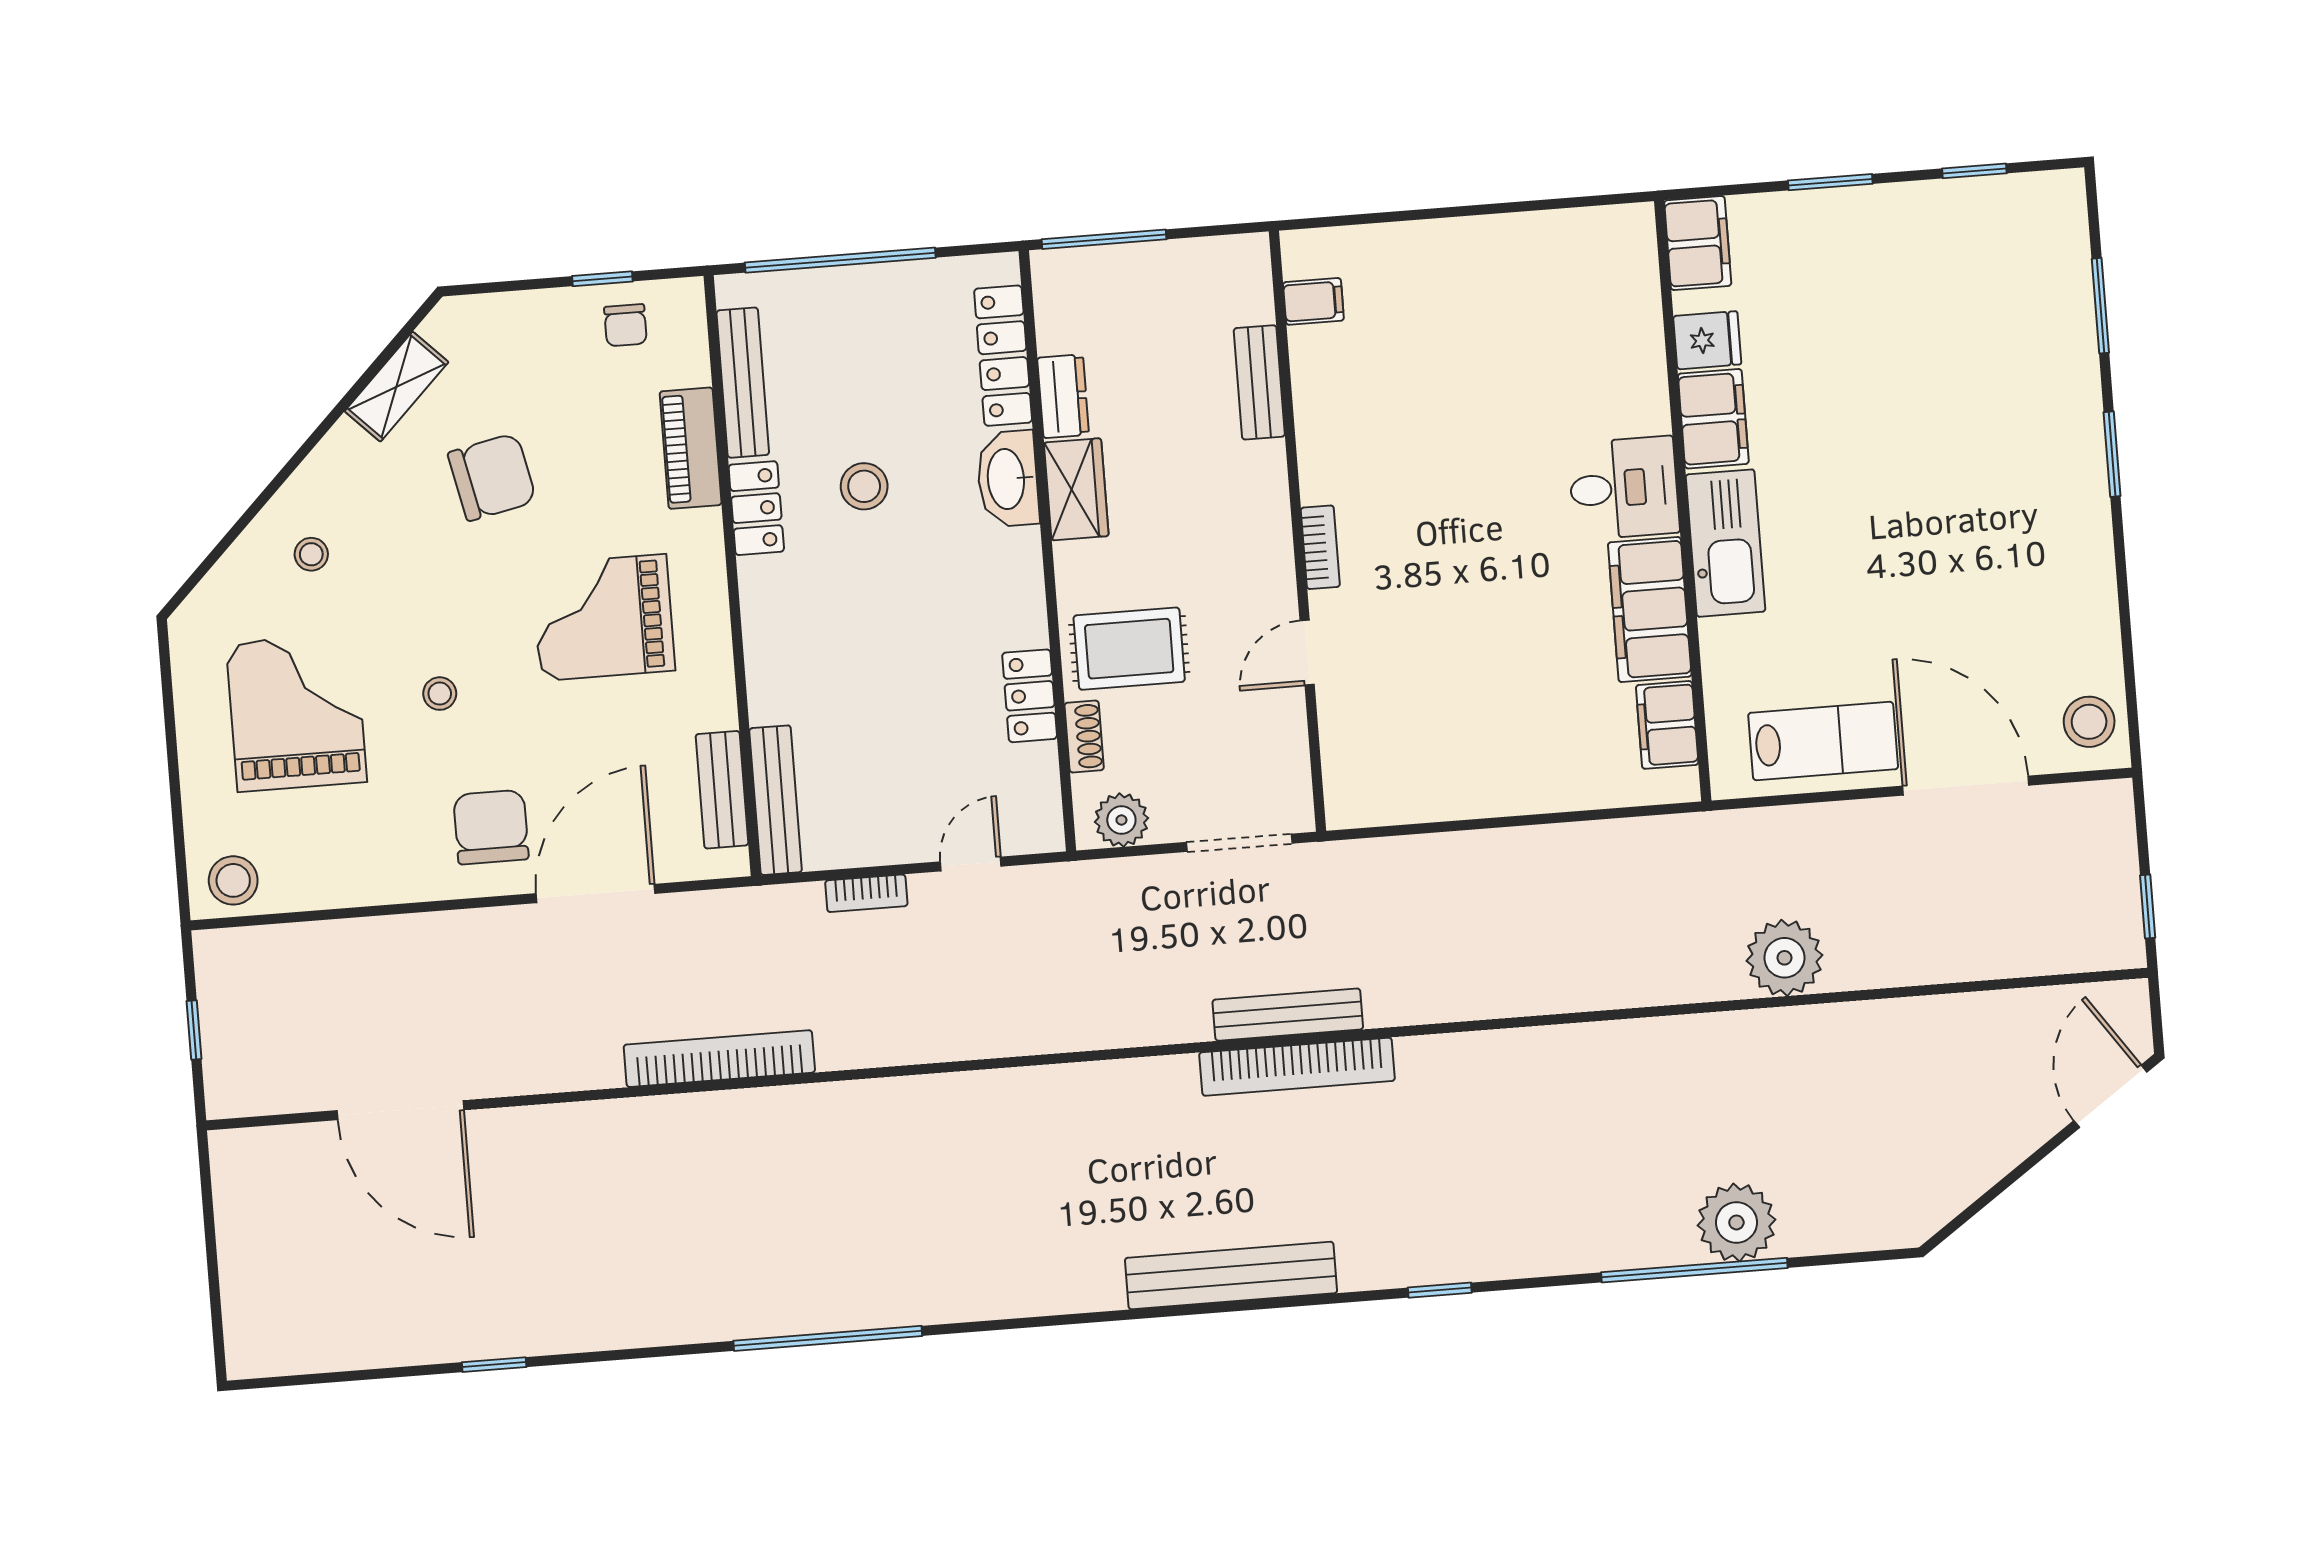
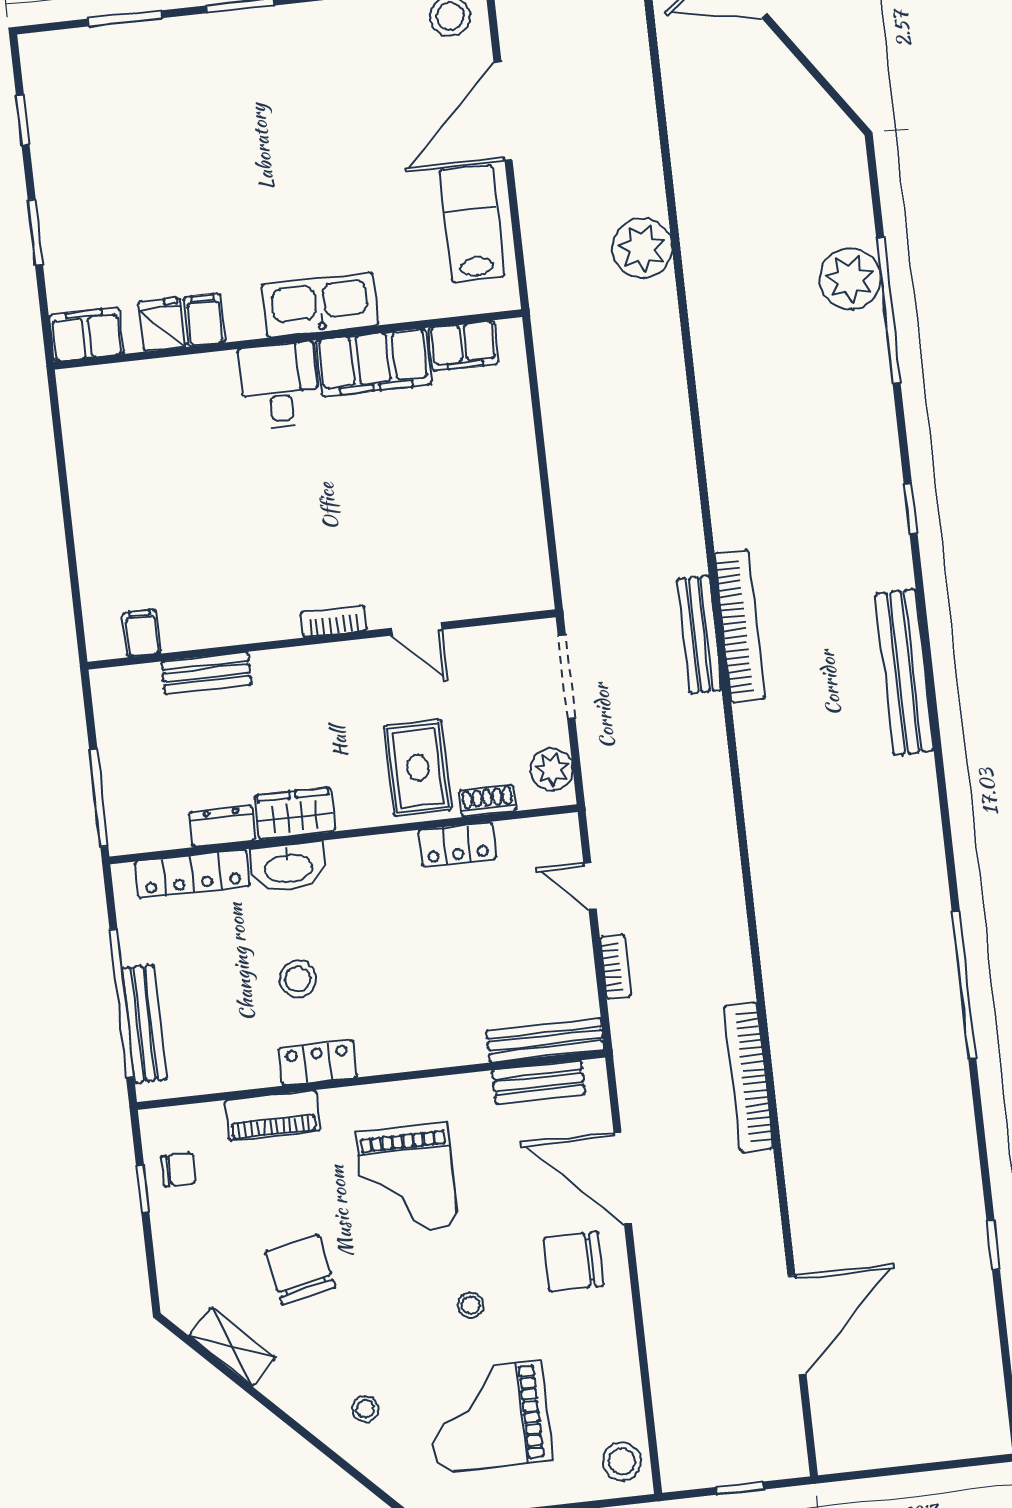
bench: (743, 383) -> (144, 1024), moved, turned 90
filing cabinet: (1713, 419) -> (204, 320), width x0.50

